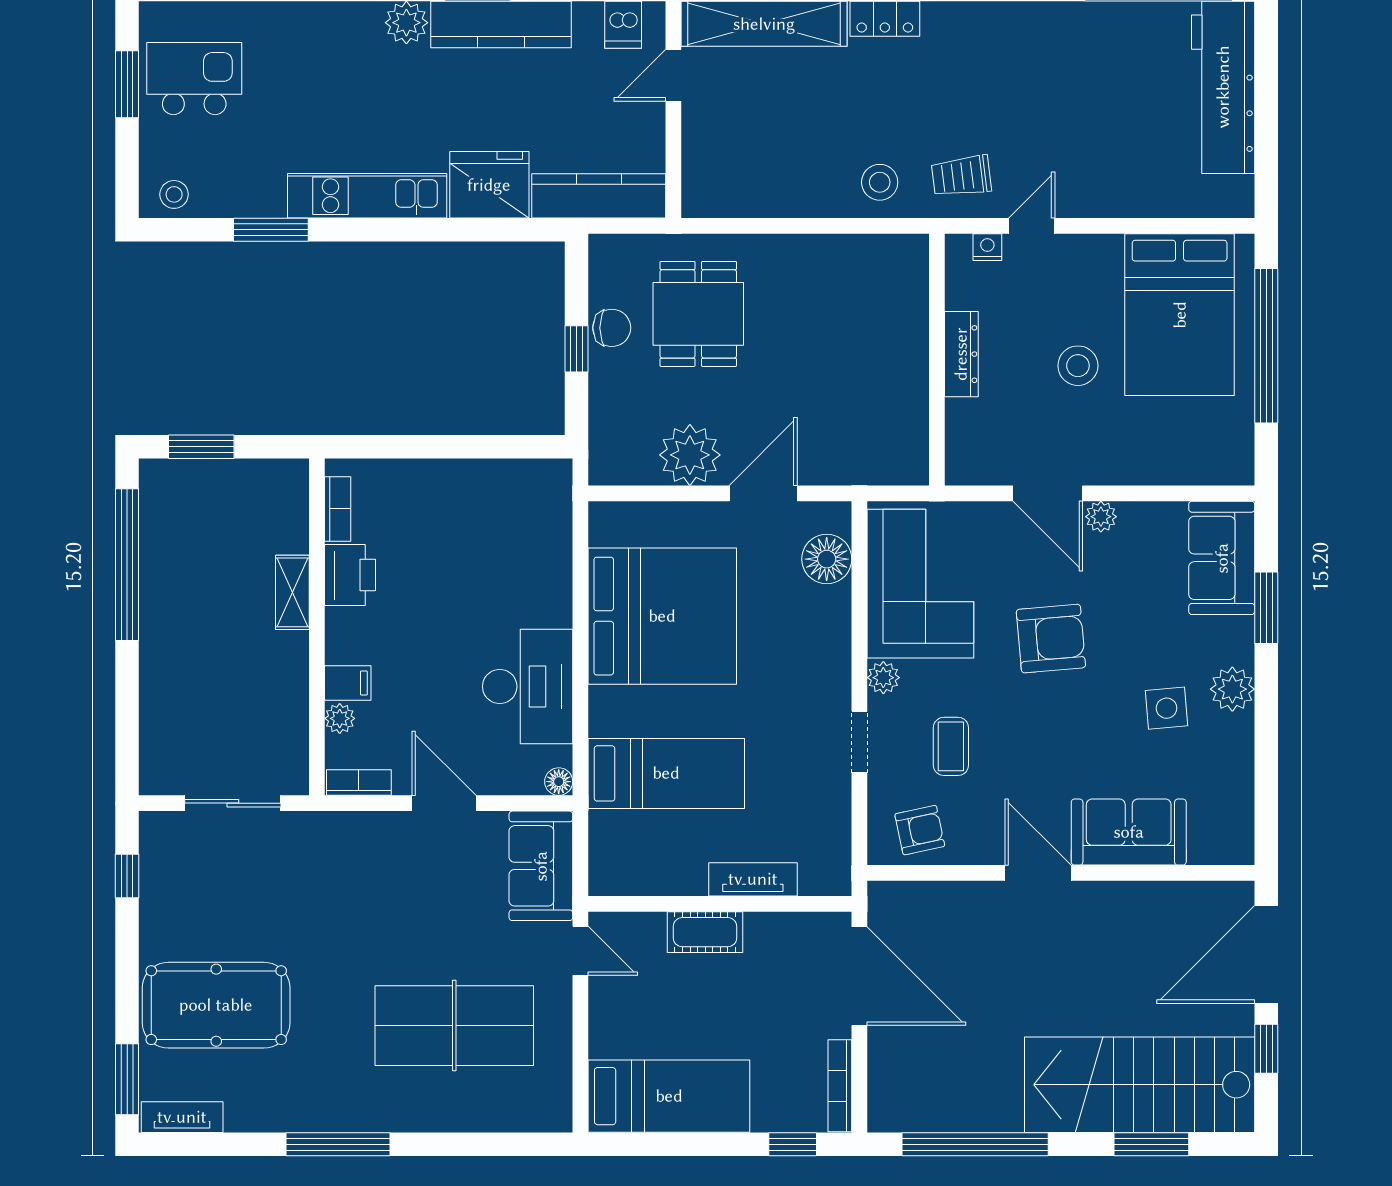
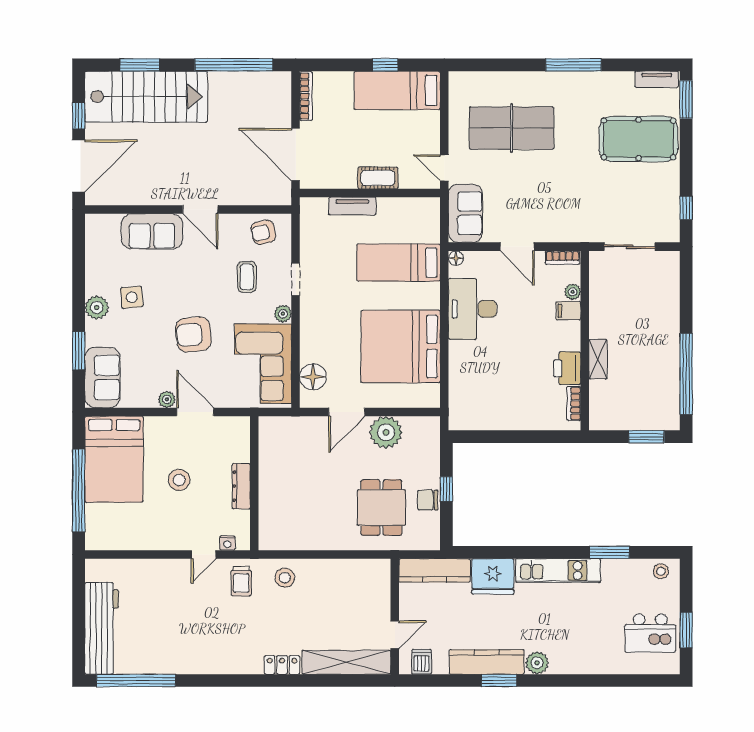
trolley: (961, 176) -> (241, 581), turned 97
bed: (1180, 315) -> (114, 459), moved, turned 180
window: (793, 1144) -> (385, 65), moved

